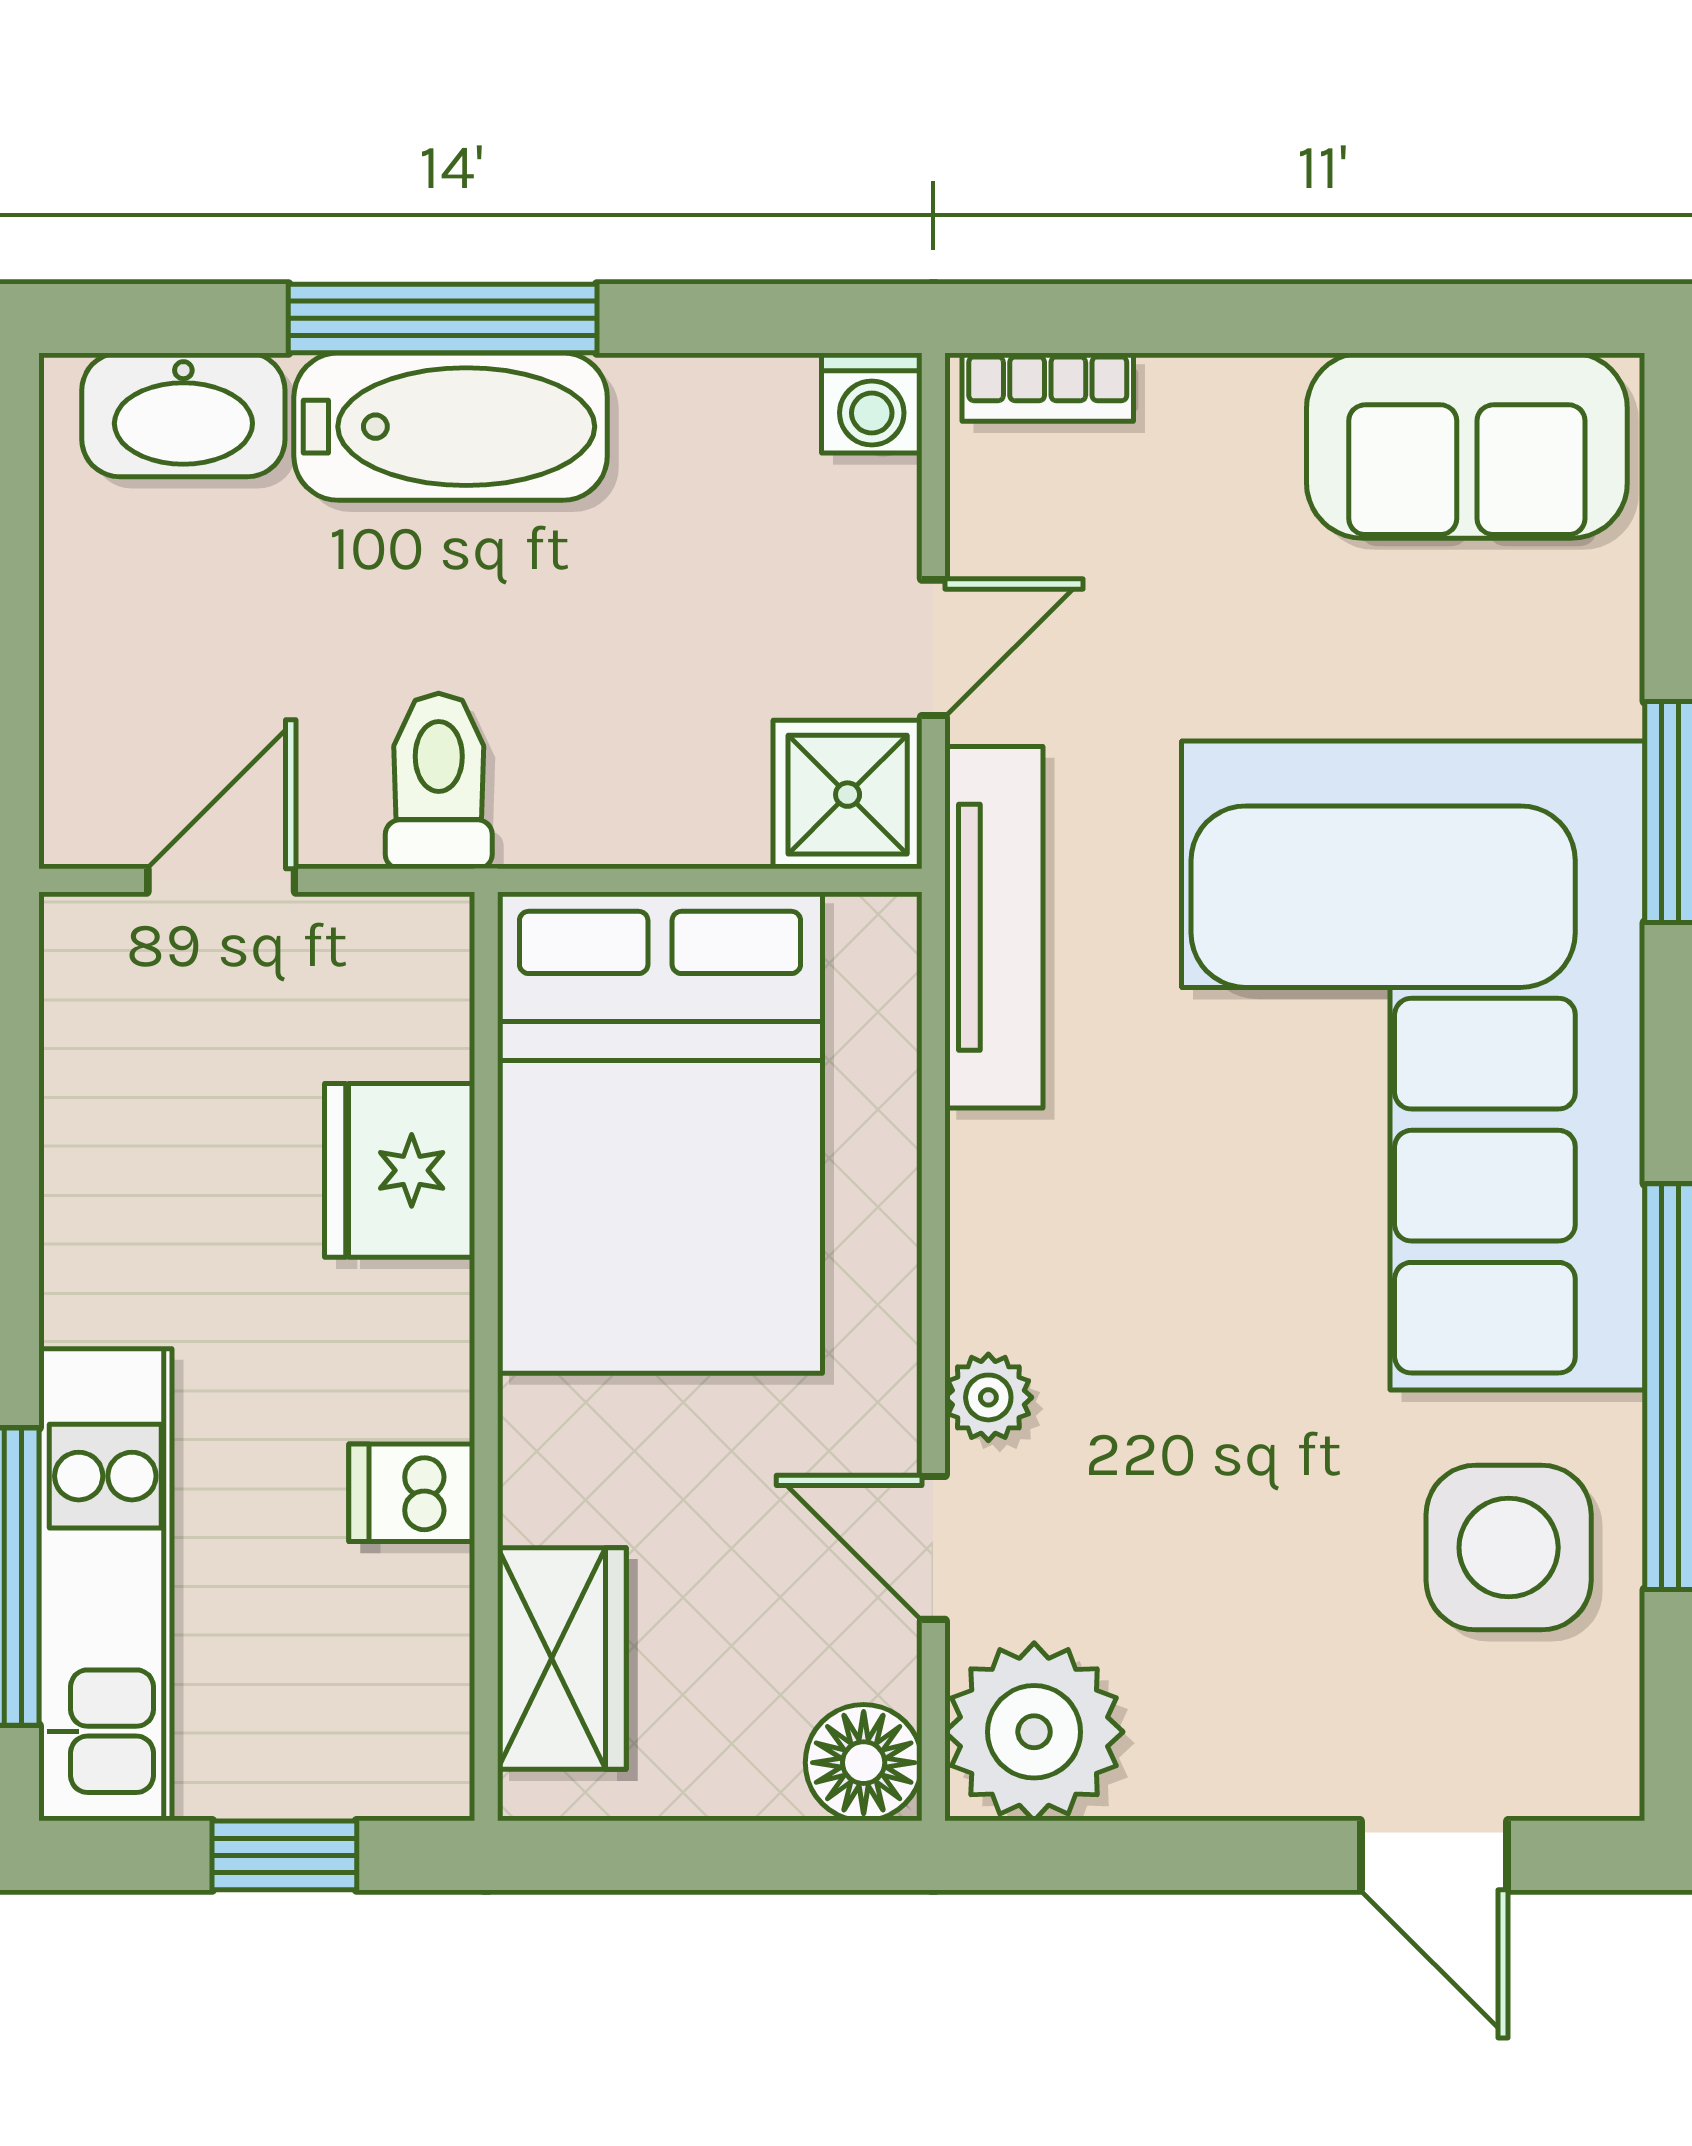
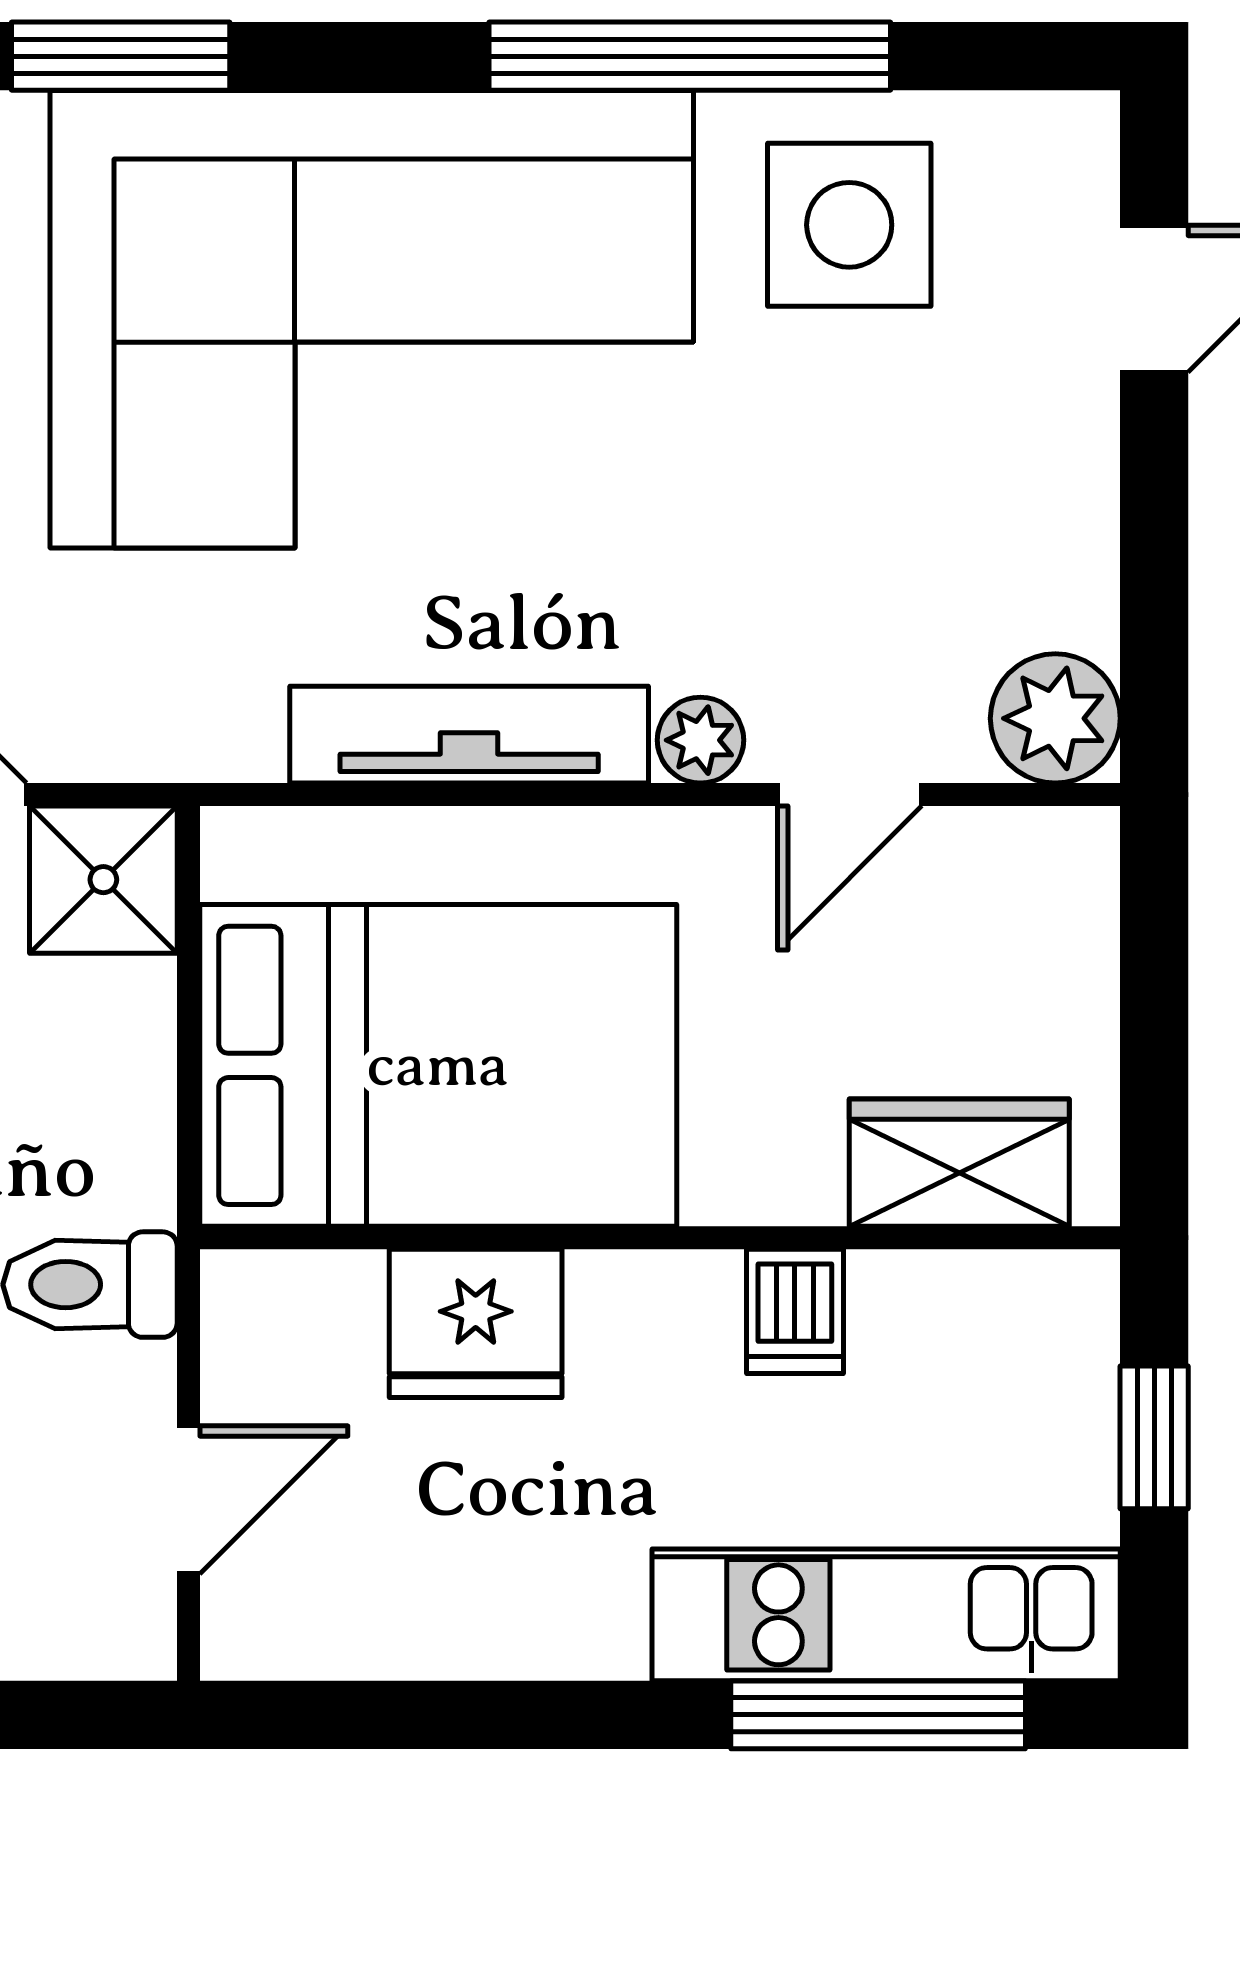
door: (221, 880) -> (188, 1500), swing flipped
tv unit: (994, 927) -> (469, 735), moved
plant: (1034, 1732) -> (1055, 718), width x0.73, depth x0.73
floor lamp: (864, 1763) -> (1062, 864), removed

